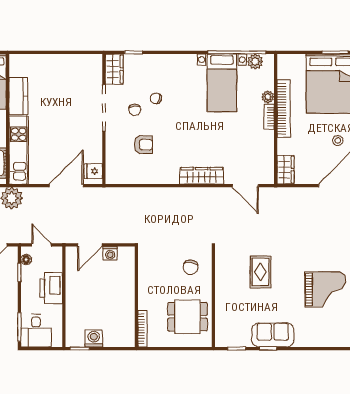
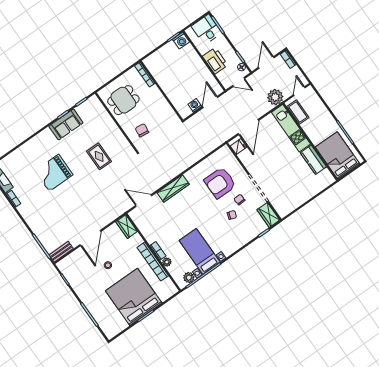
armchair: (143, 145) -> (220, 183), width x1.88, depth x1.88
washing machine: (94, 338) -> (181, 41), moved

